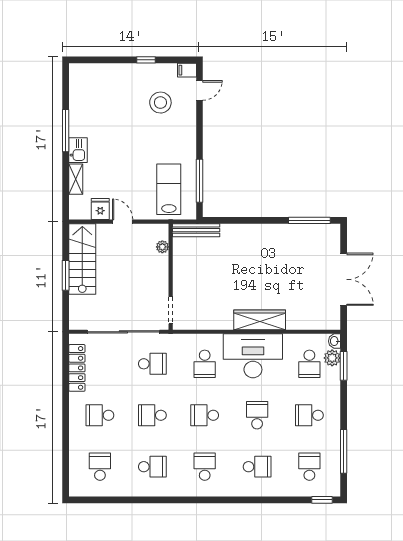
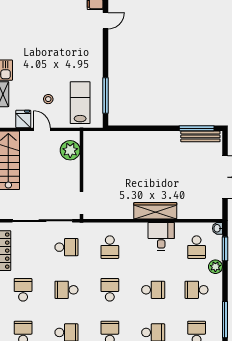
stool: (160, 103) -> (48, 99), moved, width x0.53, depth x0.53
bench: (196, 230) -> (200, 136), moved
plant: (162, 247) -> (70, 150), width x1.87, depth x1.87
desk: (253, 356) -> (161, 236), width x0.53, depth x0.77
plant: (332, 358) -> (215, 267), moved
school desk: (100, 415) -> (23, 290), turned 90
school desk: (205, 415) -> (110, 290), turned 90
school desk: (257, 415) -> (153, 290), turned 90

